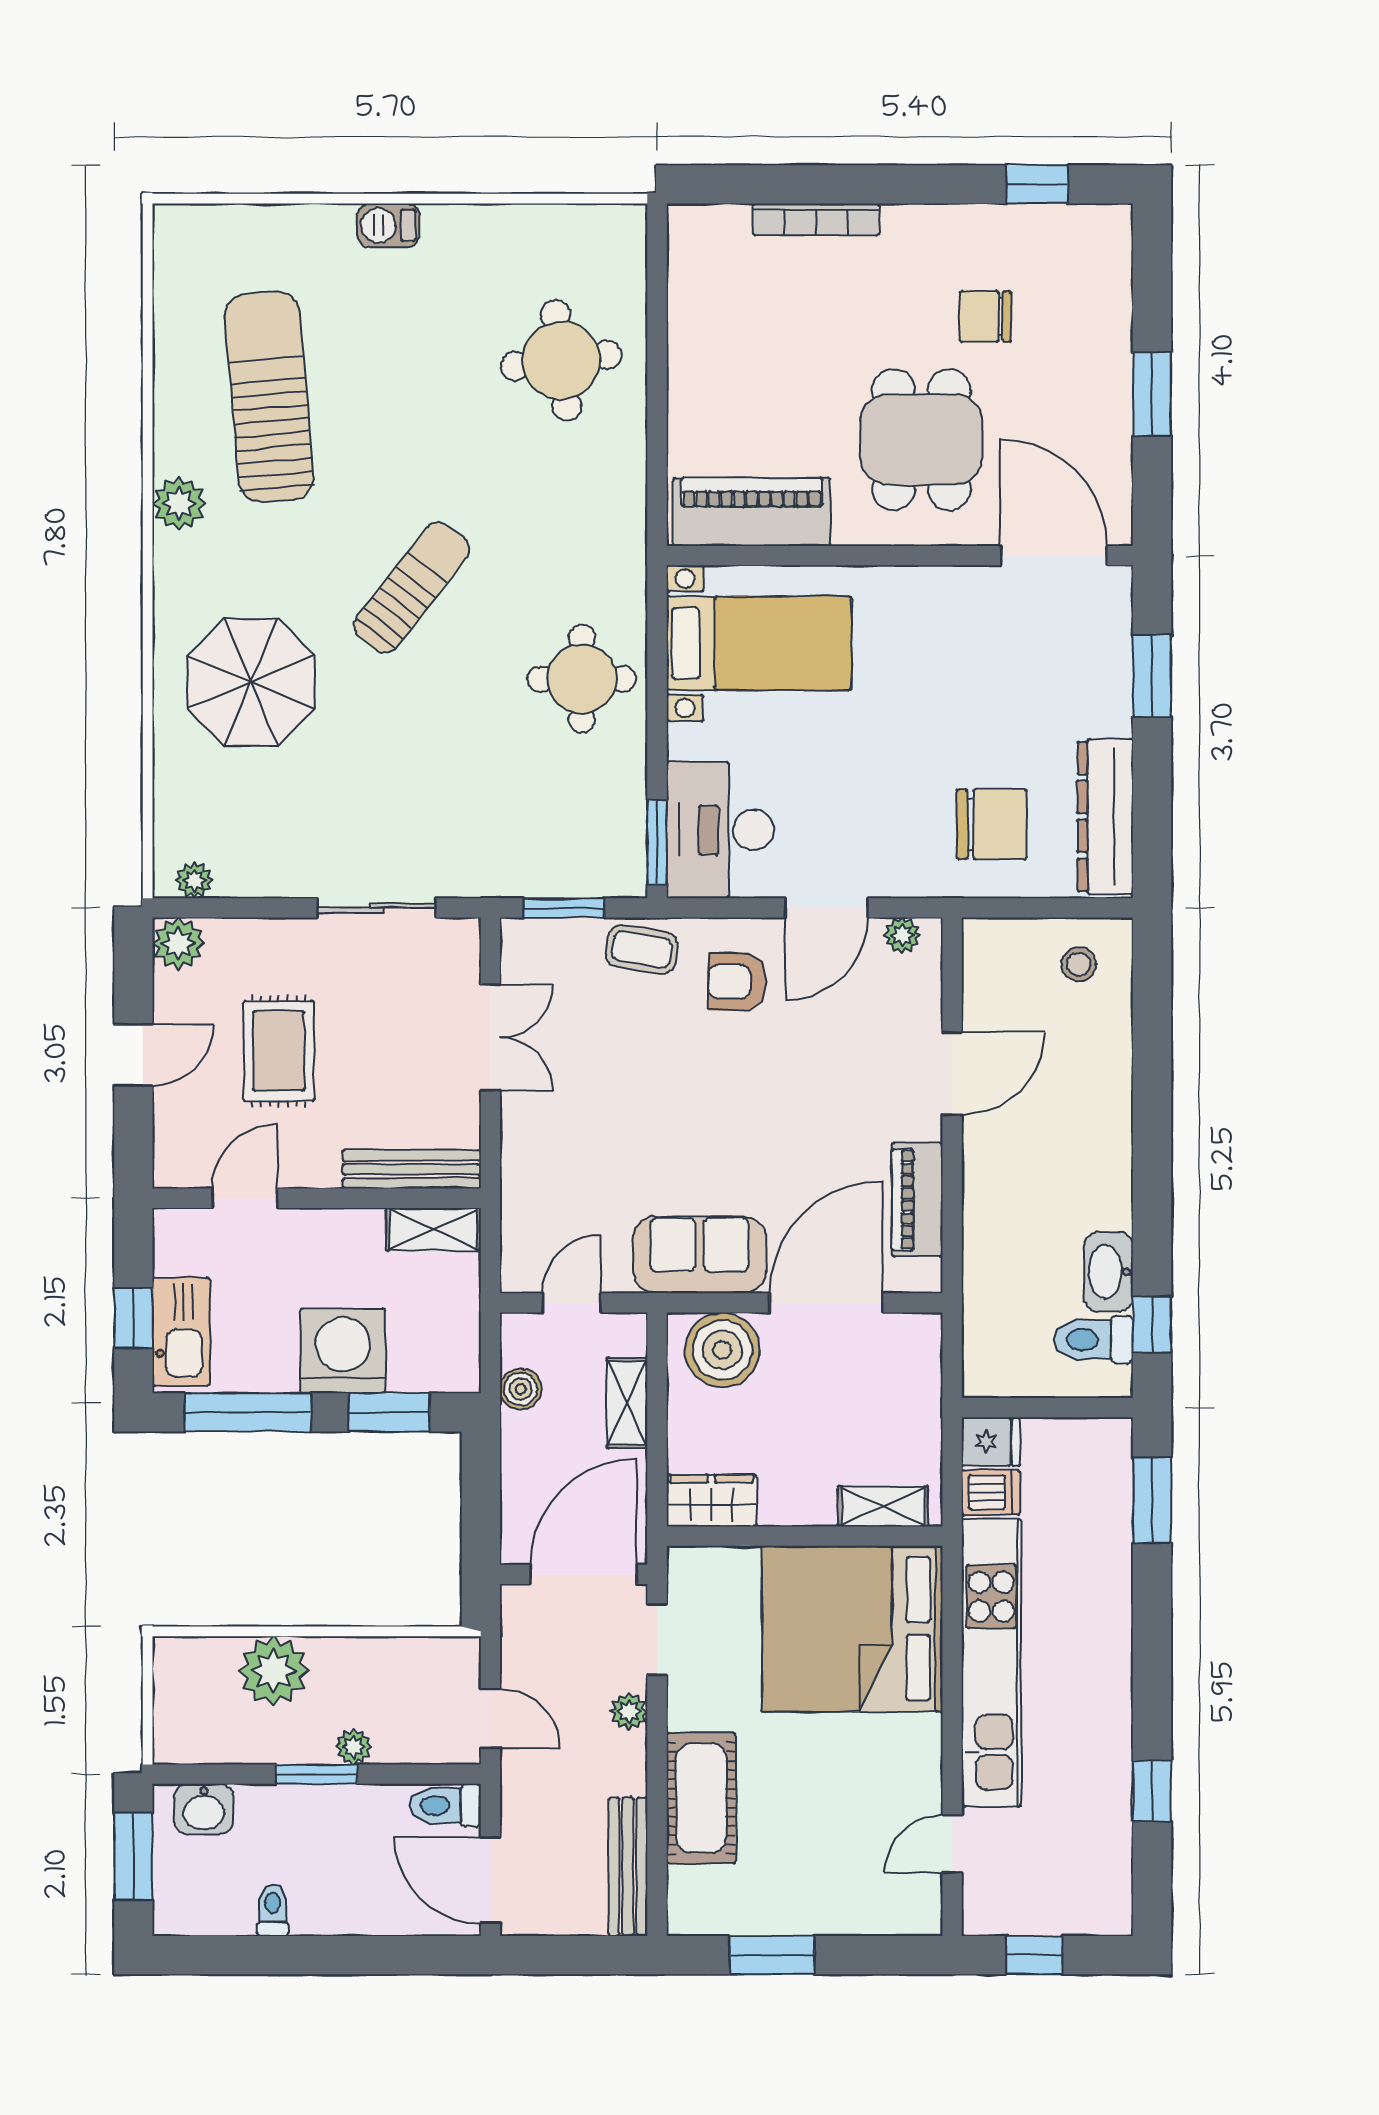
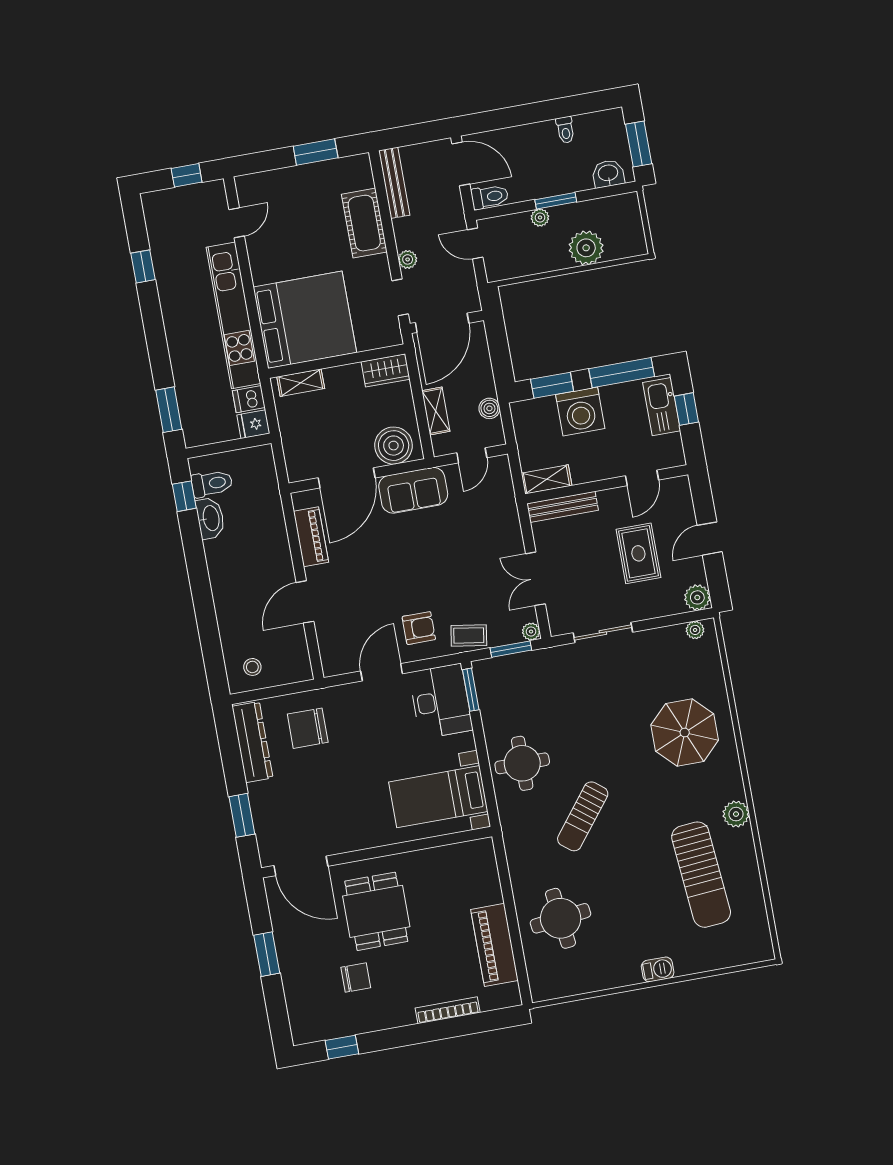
piano: (752, 512) -> (494, 945), moved, turned 90
sun lounger: (412, 588) -> (583, 816), moved
plant: (902, 935) -> (531, 632), moved

